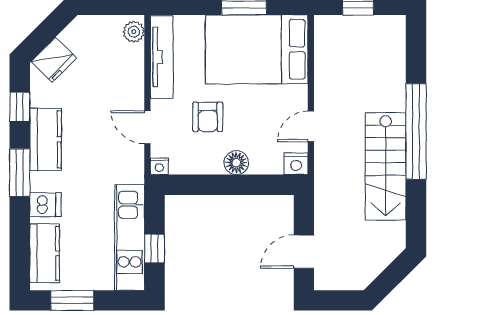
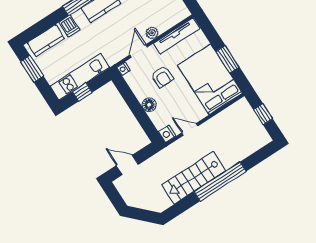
plant: (134, 32) -> (152, 33), moved
armchair: (208, 117) -> (162, 77), turned -90

